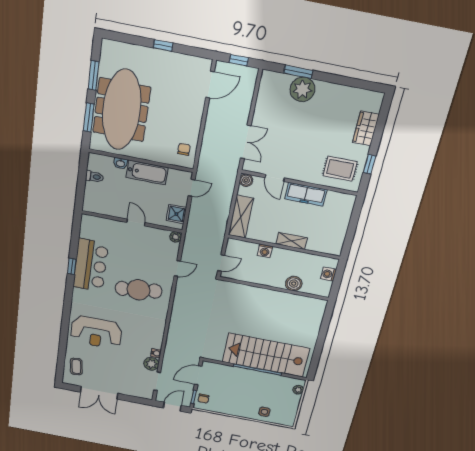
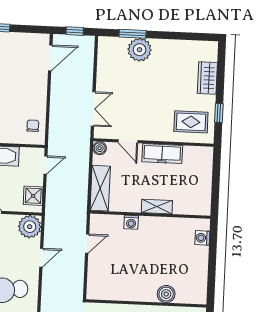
plant: (176, 237) -> (30, 227), width x1.88, depth x1.88
boiler: (294, 284) -> (166, 294), moved
wall: (274, 289) -> (146, 303), moved

